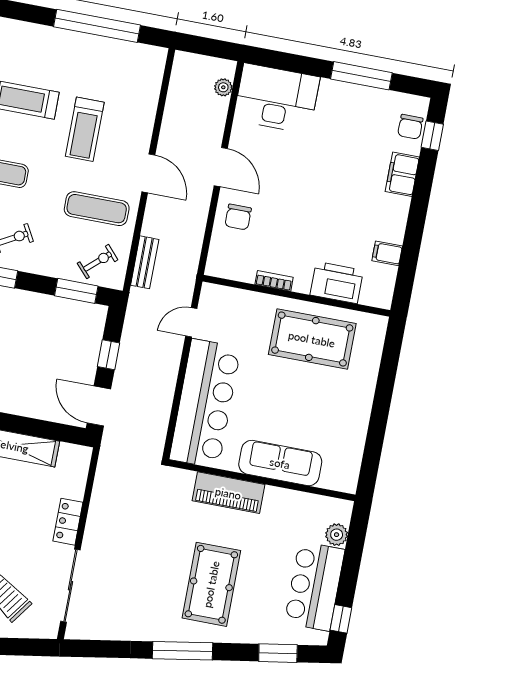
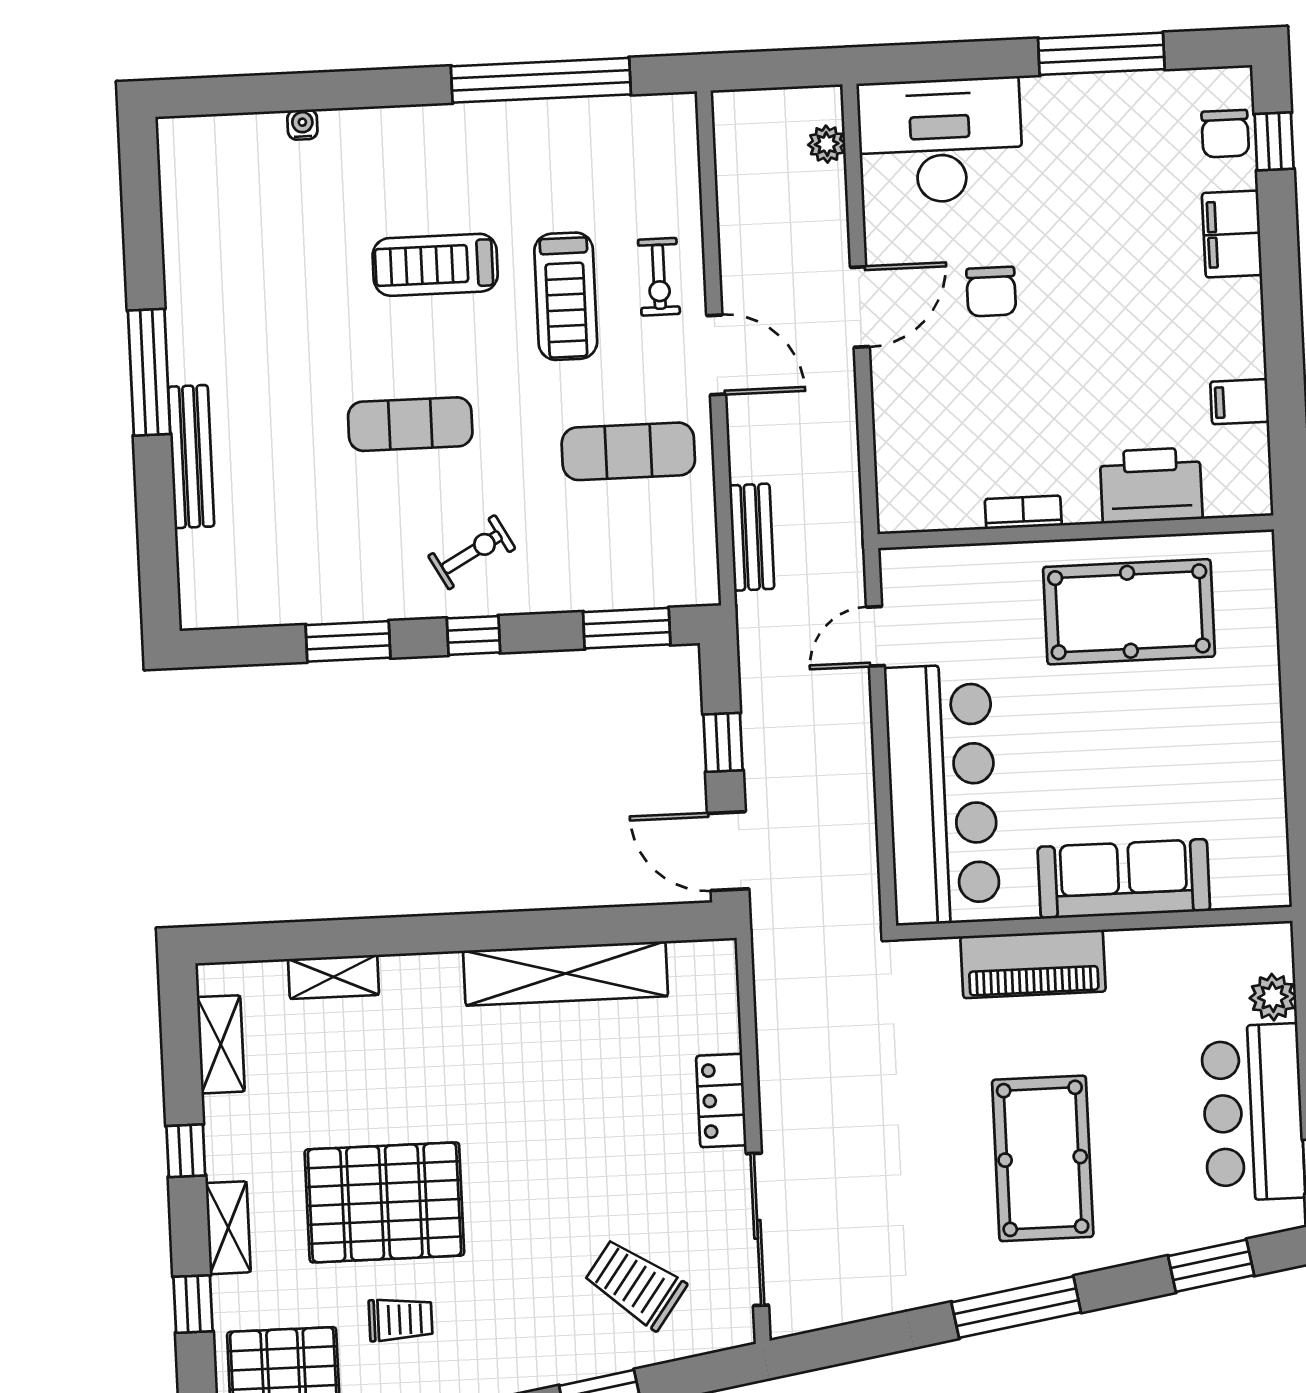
door: (221, 167) -> (860, 307), hinge flipped
chair: (238, 217) -> (991, 292), moved
exercise bike: (98, 262) -> (659, 277), moved, turned 132

